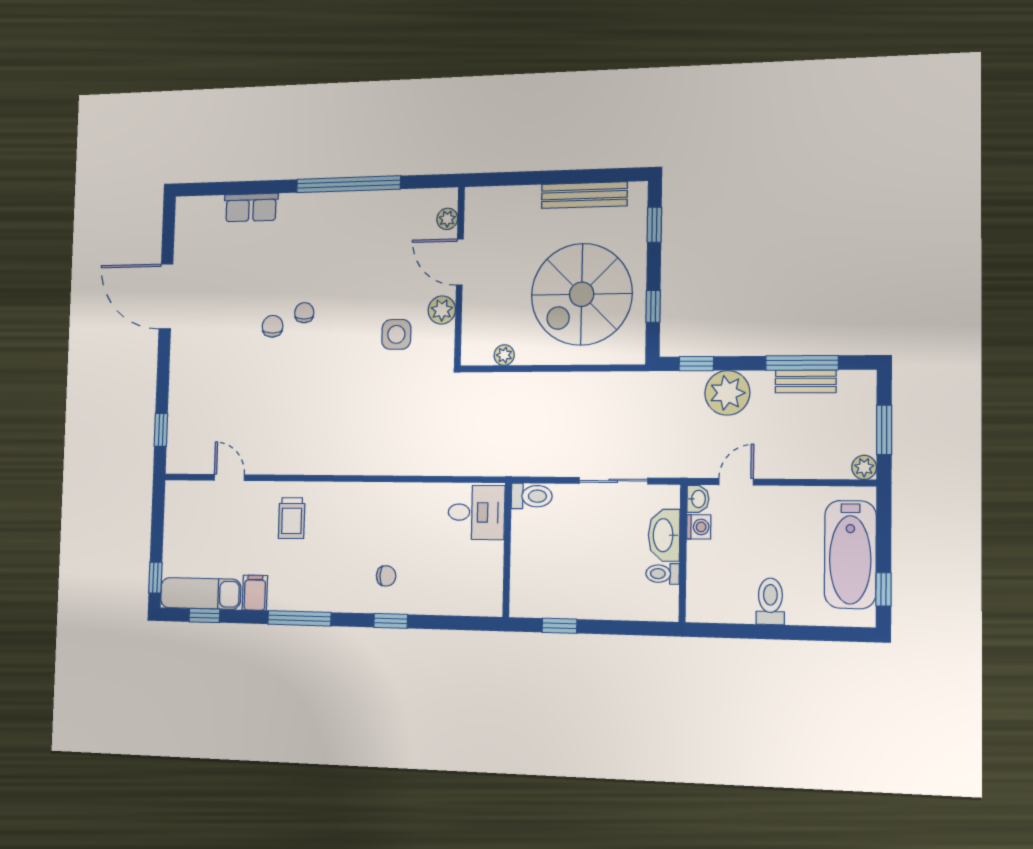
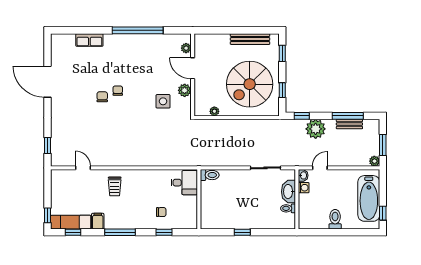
toilet: (532, 496) -> (210, 175), moved
desk: (476, 512) -> (184, 183), moved
wall: (507, 550) -> (199, 199), moved

